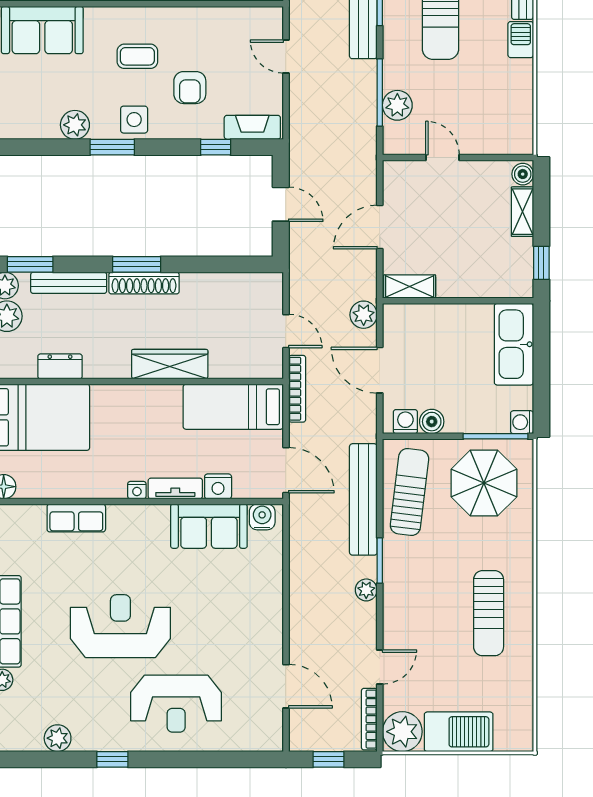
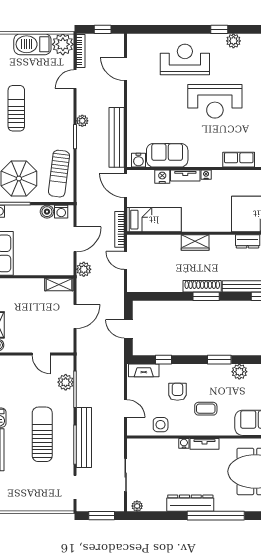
side table: (134, 120) -> (161, 425), moved
wardrobe: (170, 364) -> (195, 243), width x0.67
door: (380, 370) -> (75, 239), hinge flipped
bench: (363, 499) -> (117, 137), moved
plant: (58, 738) -> (233, 41), moved

